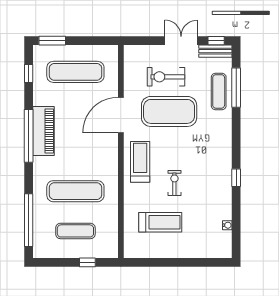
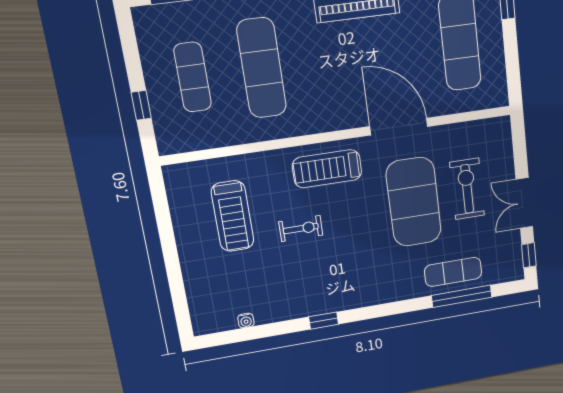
double door: (181, 41) -> (524, 203), swing flipped
bench: (215, 51) -> (513, 257), removed
treadmill: (140, 162) -> (327, 169), turned 180

